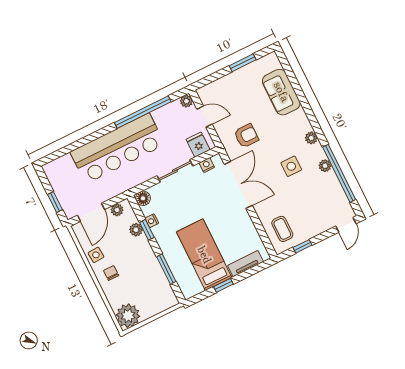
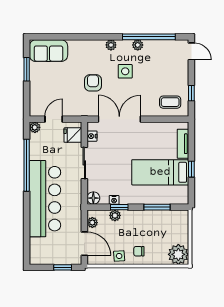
sofa: (281, 92) -> (48, 51), moved
armchair: (246, 136) -> (93, 83), moved

